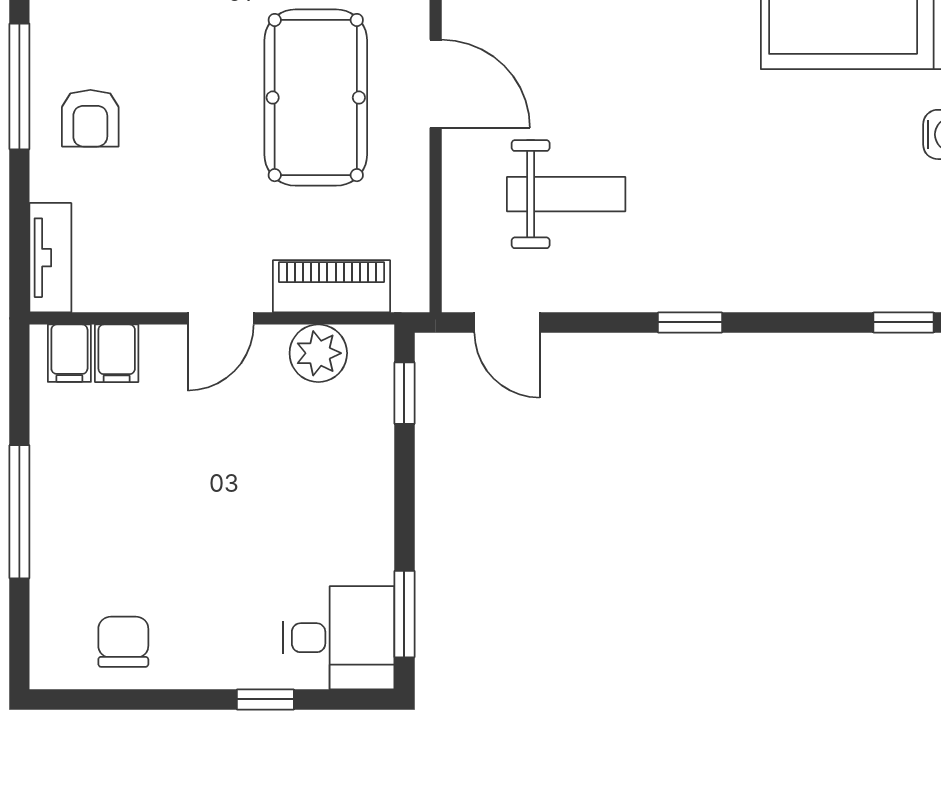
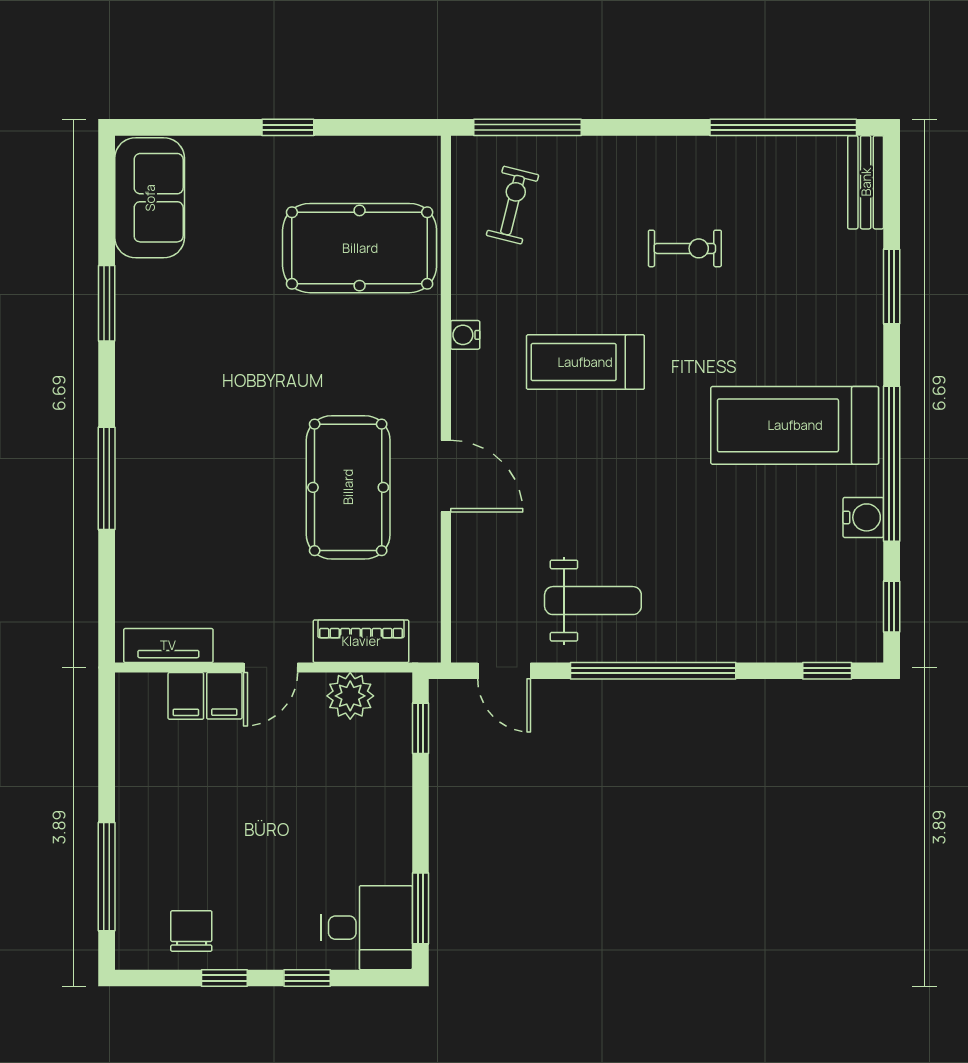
armchair: (90, 118) -> (164, 504), removed
weight bench: (566, 194) -> (593, 601), moved
tv unit: (50, 258) -> (168, 645), moved, turned -90
window: (690, 322) -> (653, 671), width x3.17
filing cabinet: (69, 353) -> (224, 696), moved
window: (19, 512) -> (107, 877), moved
window: (164, 699) -> (224, 978), added

